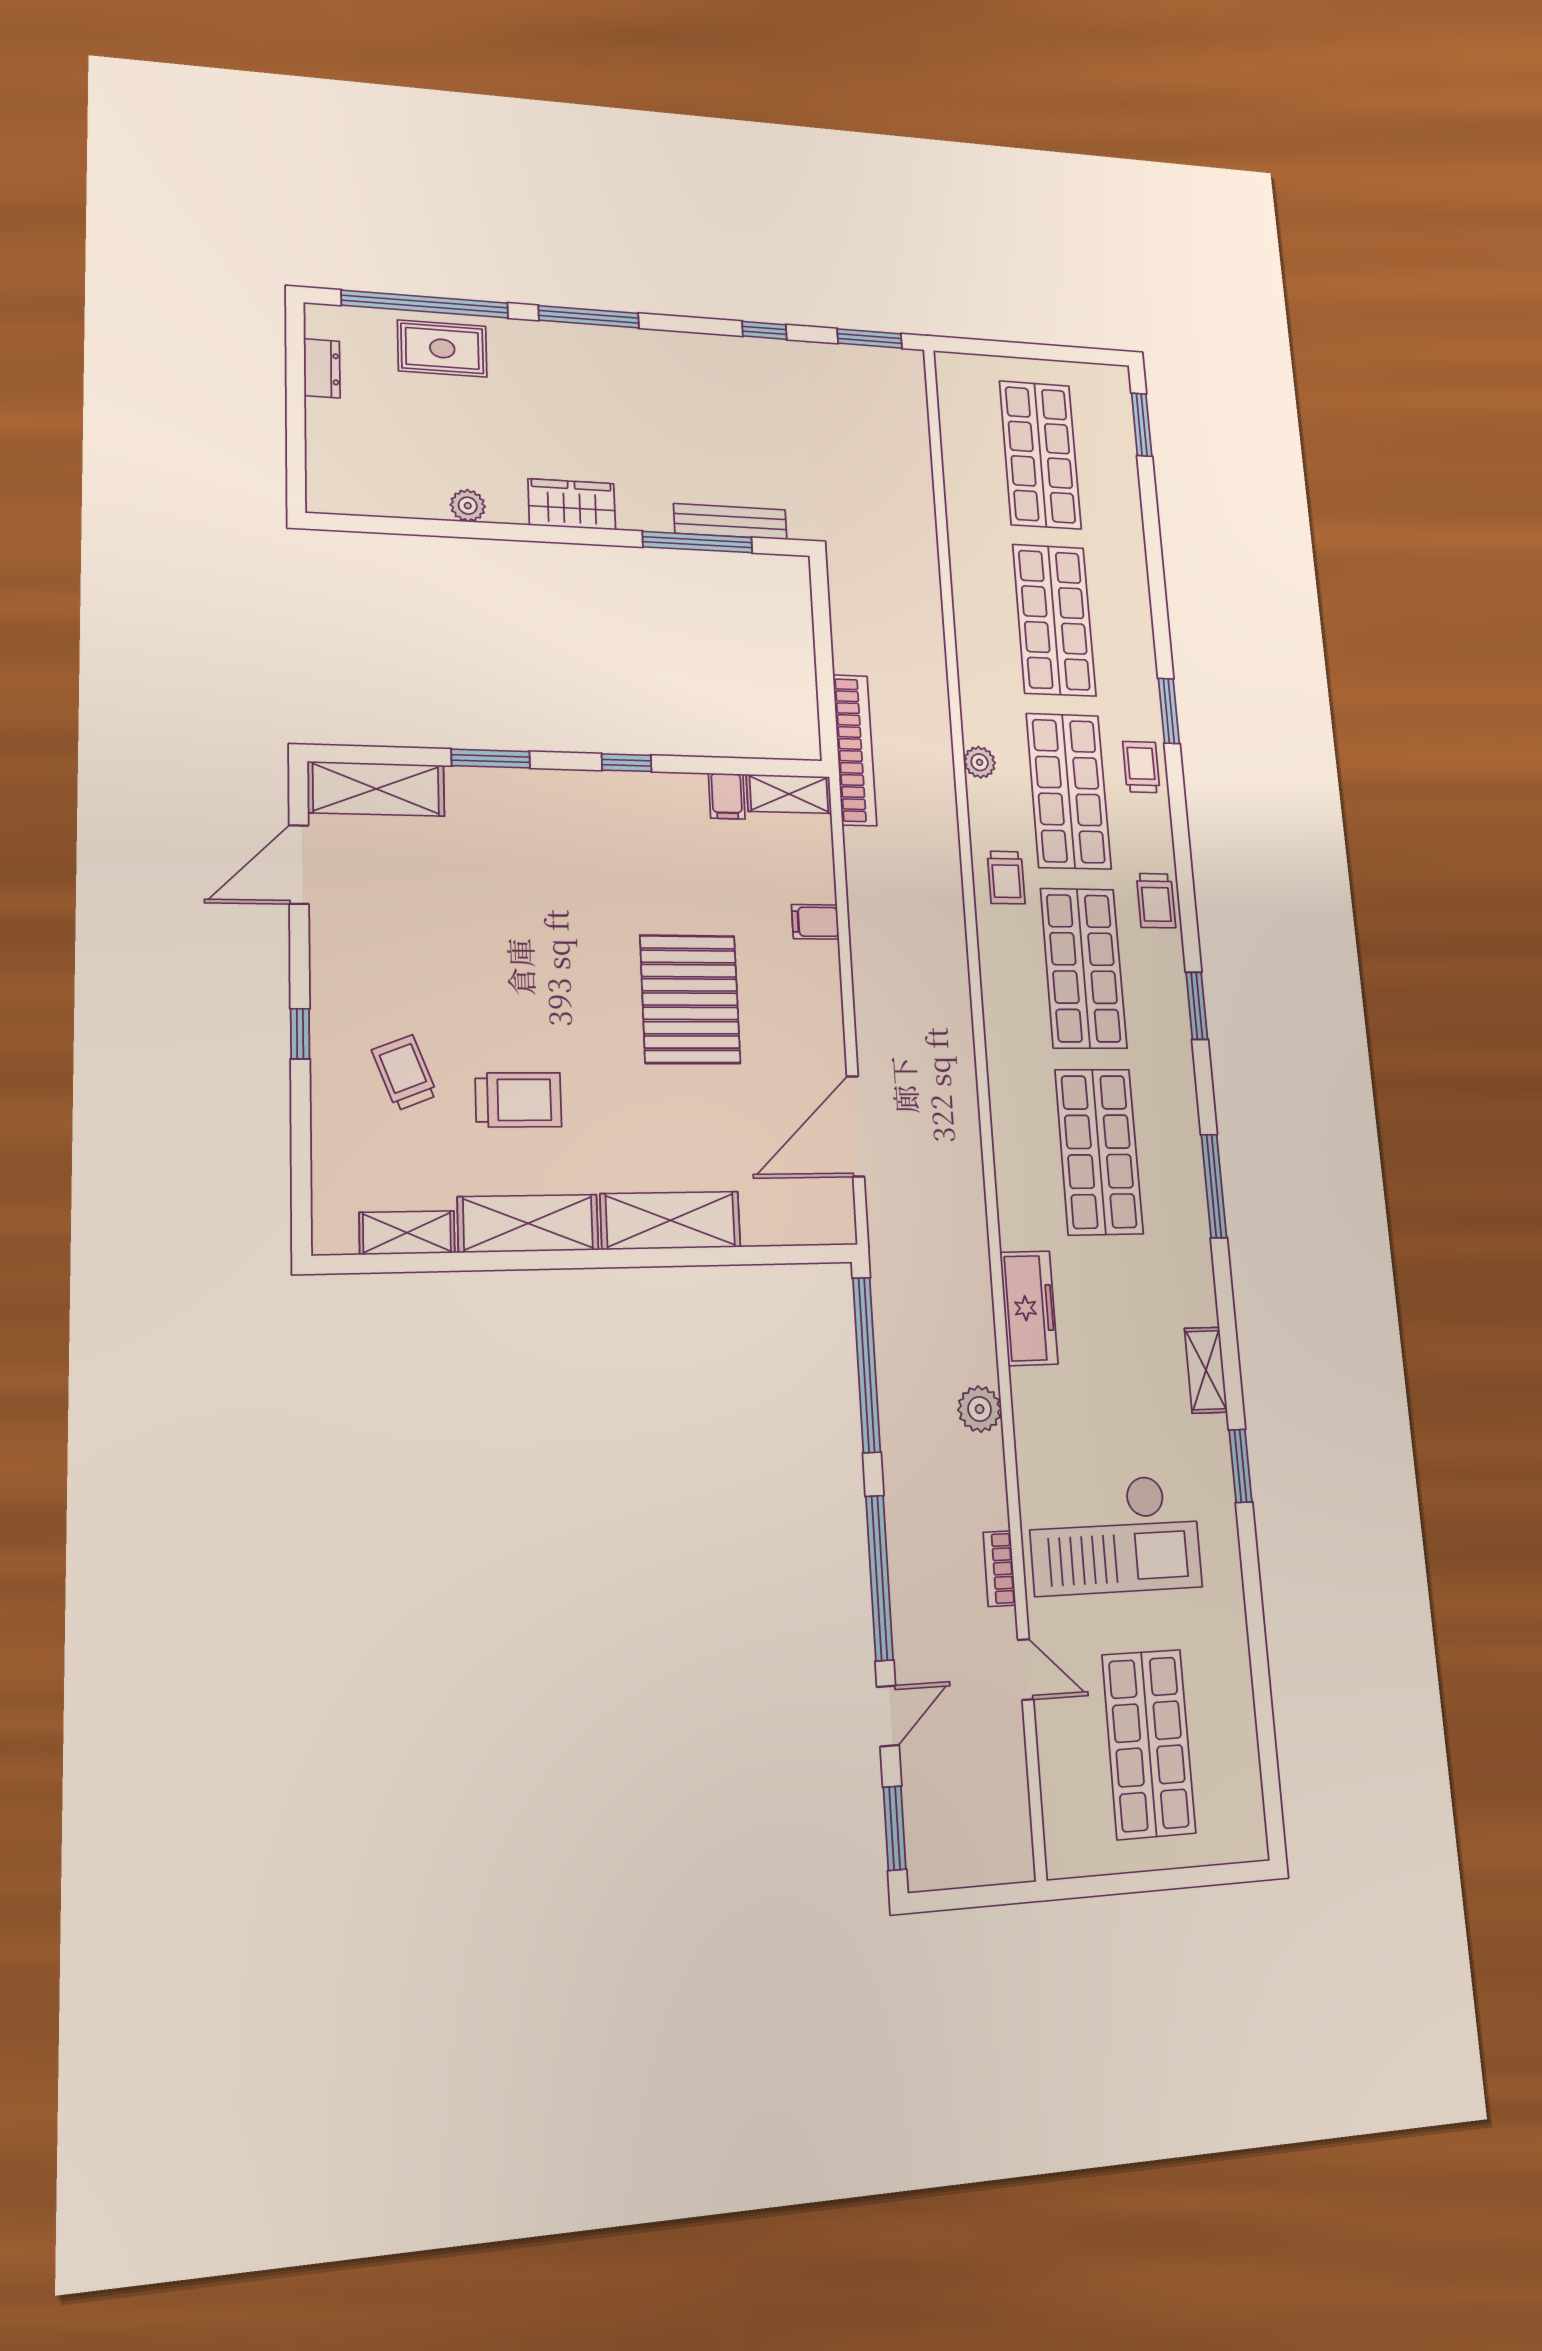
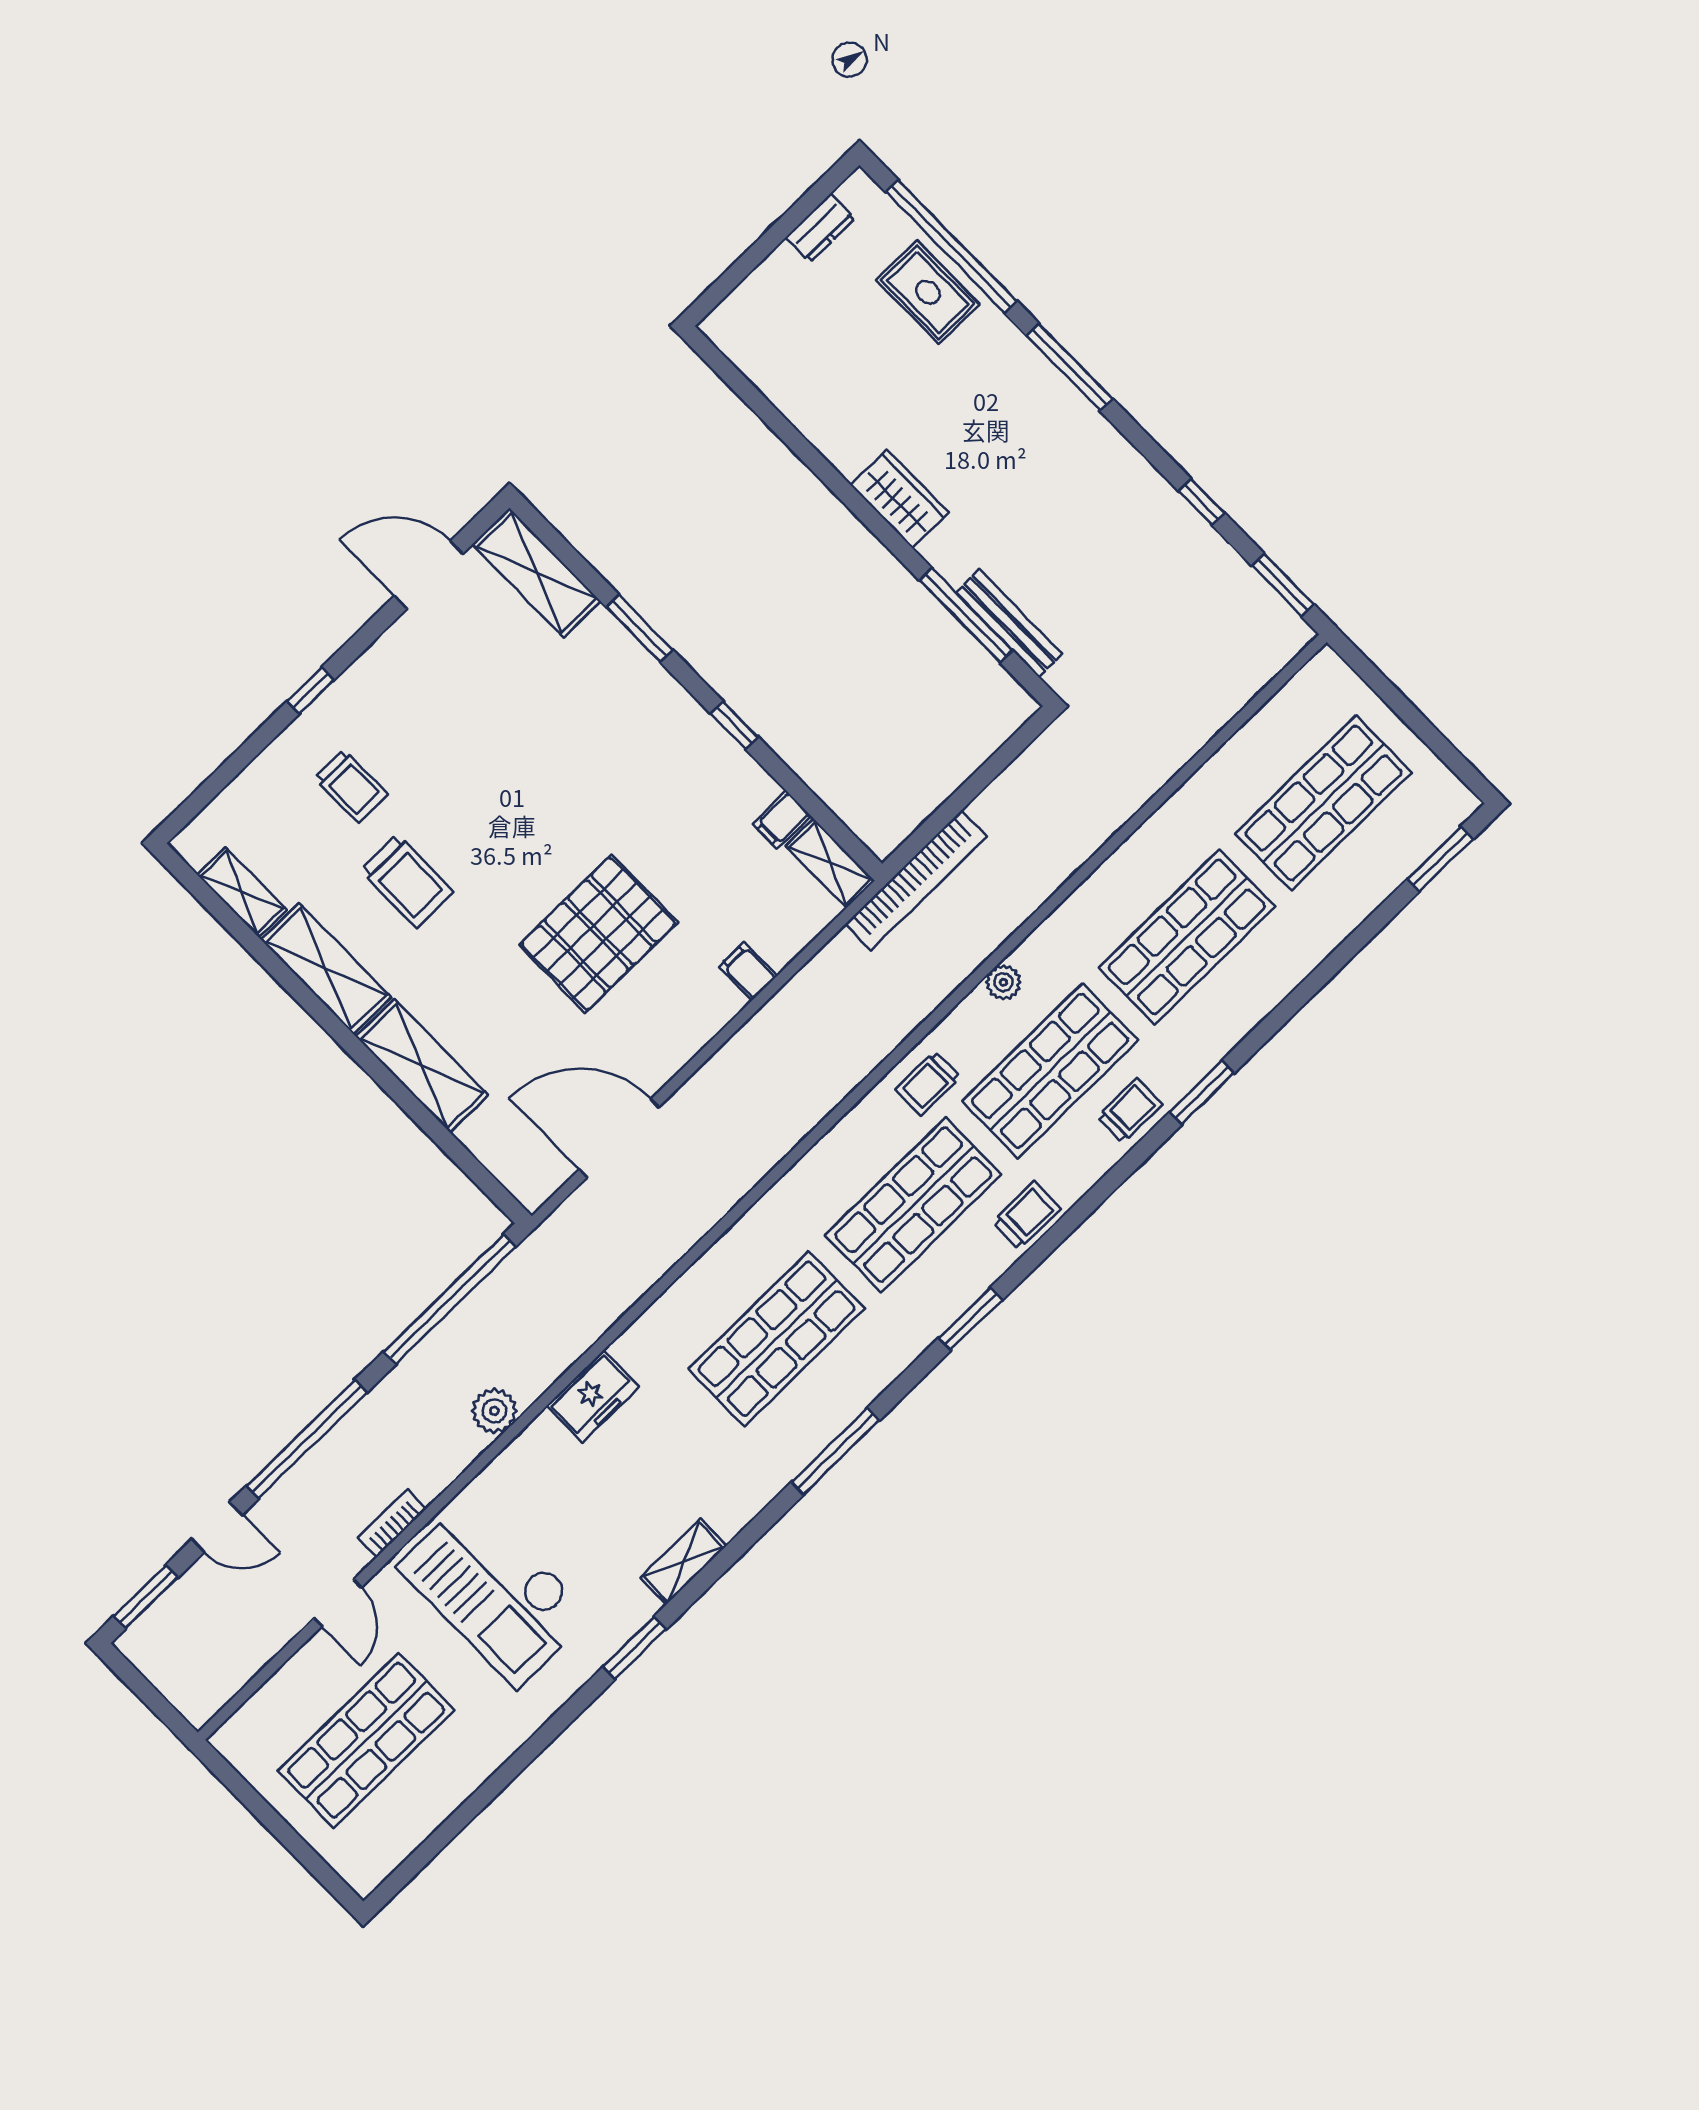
plant: (468, 506) -> (820, 429), removed
trolley: (1156, 901) -> (1027, 1215), turned 180
trolley: (405, 1073) -> (351, 786), turned 111
freezer: (1029, 1308) -> (593, 1396), width x0.71

